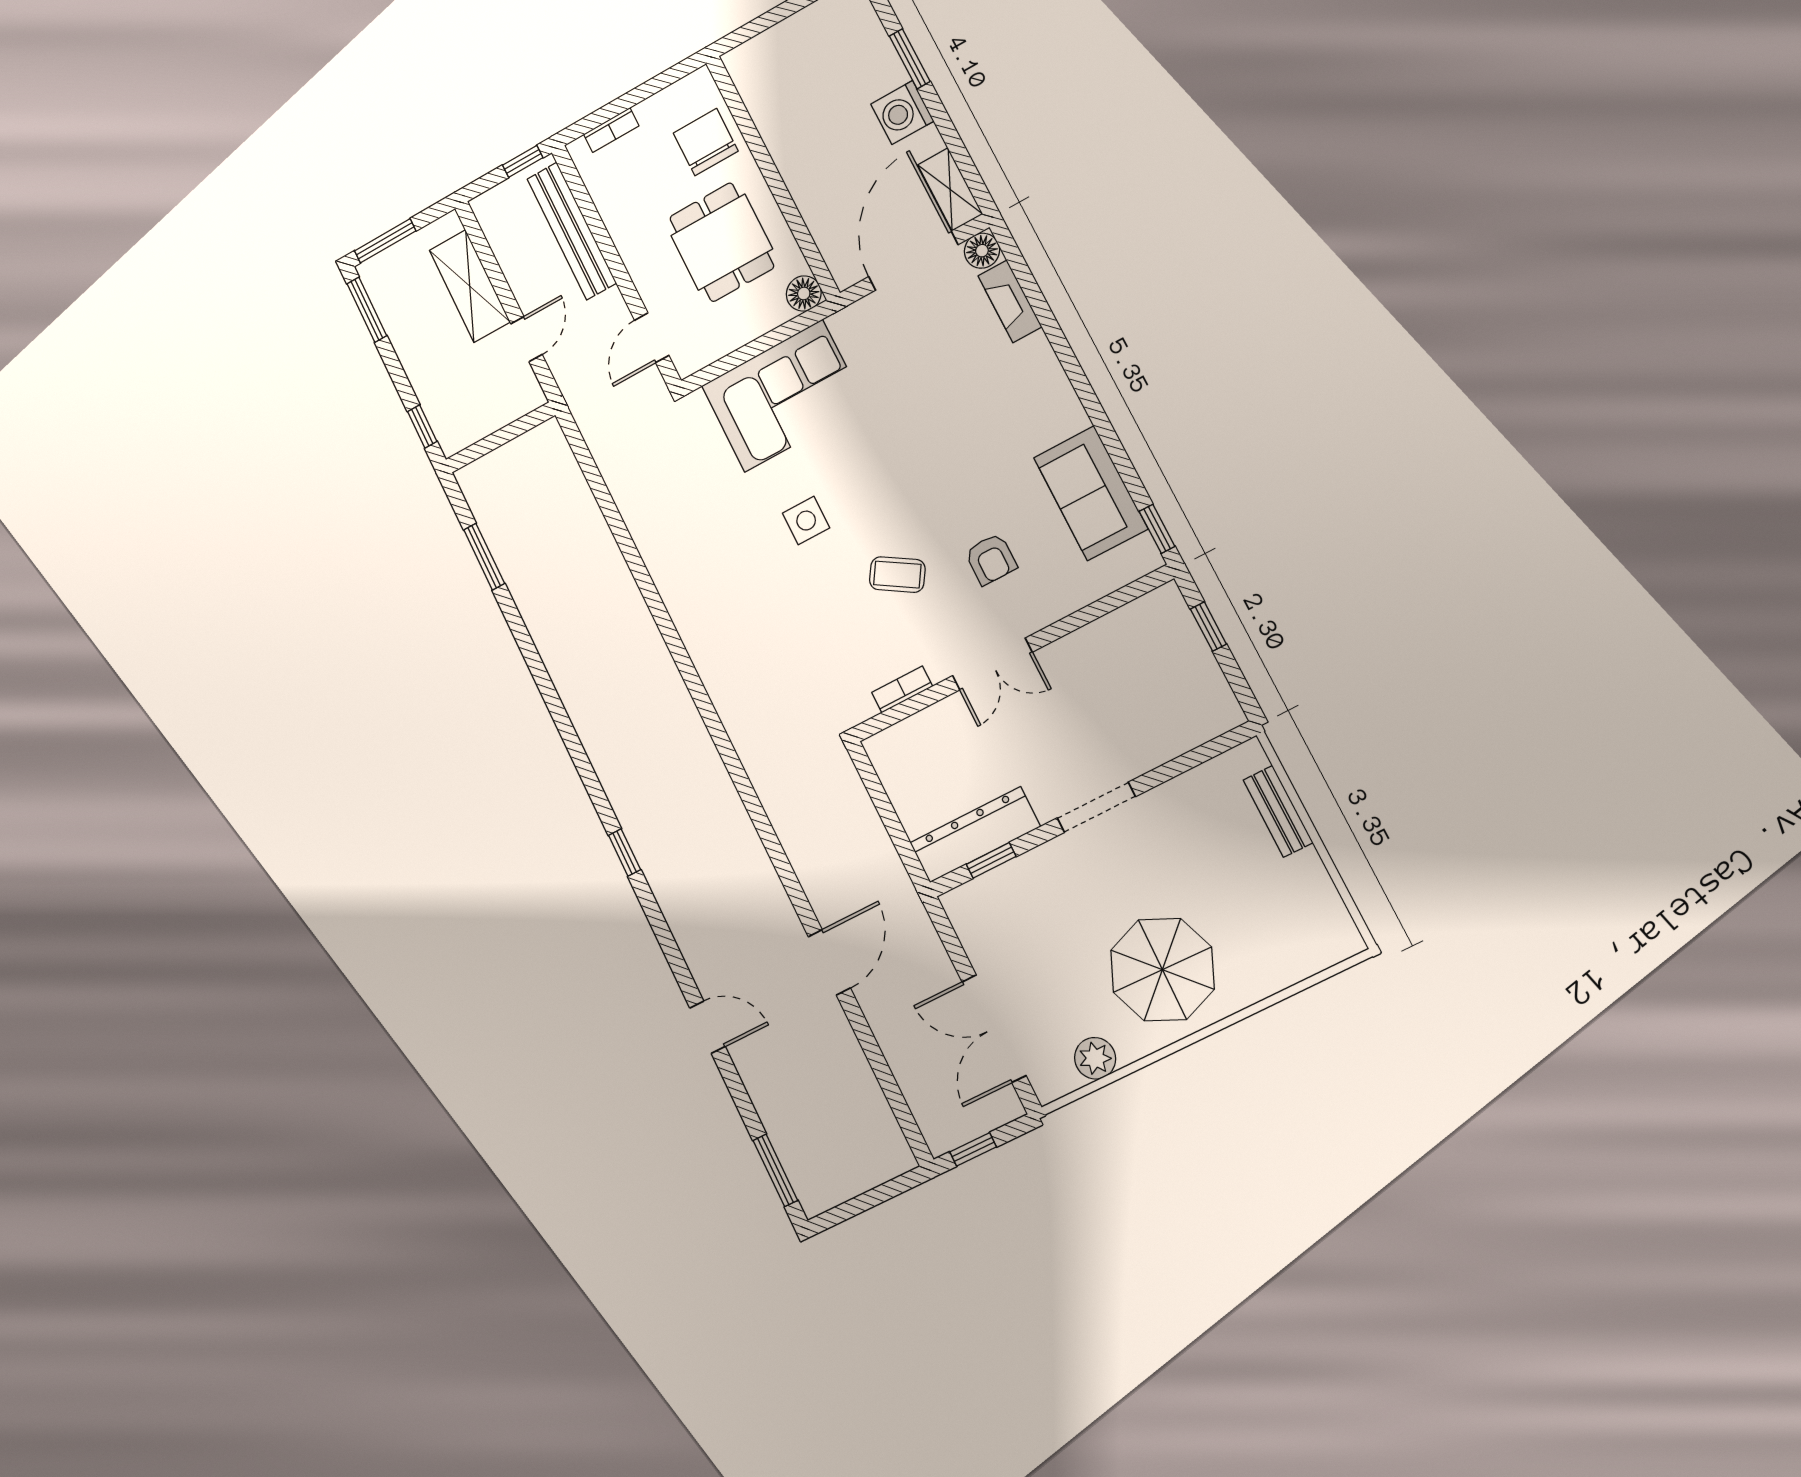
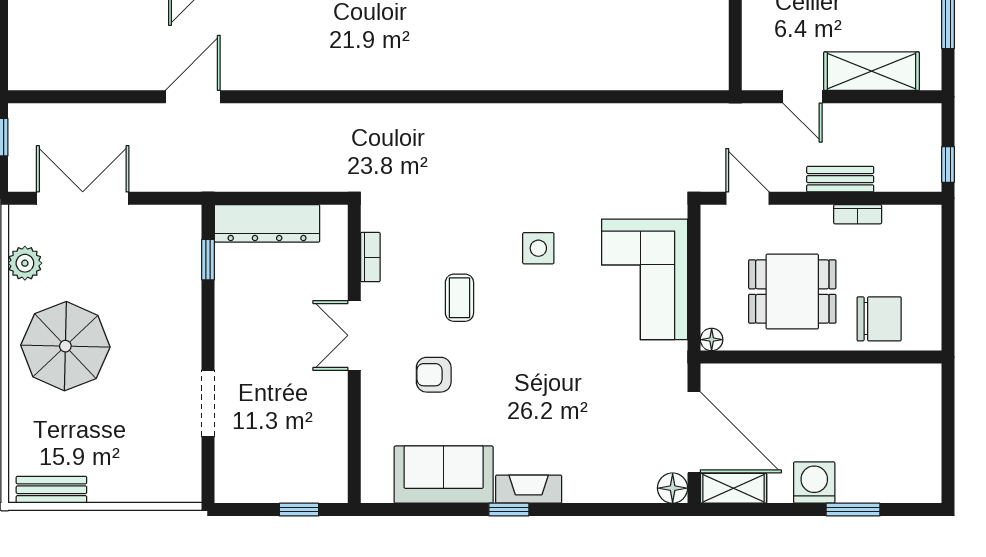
bookcase: (611, 130) -> (858, 214), moved, turned -90
bench: (572, 231) -> (840, 179), width x0.54, depth x0.82
floor lamp: (804, 293) -> (712, 340), width x0.73, depth x0.73
fireplace: (1010, 301) -> (529, 489), moved
window: (1157, 529) -> (509, 510), moved
coffee table: (897, 575) -> (459, 298), turned -32
doorway: (1096, 807) -> (208, 403), moved
bench: (1278, 811) -> (51, 490), moved
dresser: (975, 835) -> (267, 223), moved, turned 90
door: (829, 962) -> (193, 97), swing flipped

